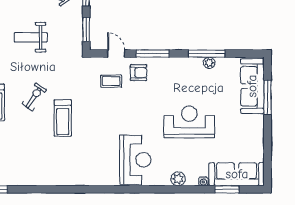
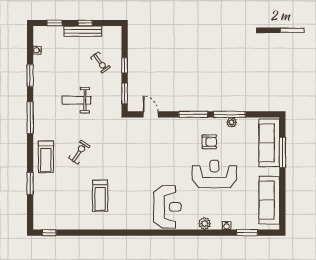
window: (153, 54) -> (193, 114), moved
armchair: (139, 73) -> (209, 142), moved
coffee table: (111, 81) -> (146, 138), removed
treadmill: (63, 118) -> (100, 196), moved
sofa: (237, 174) -> (269, 200), moved, turned -90

